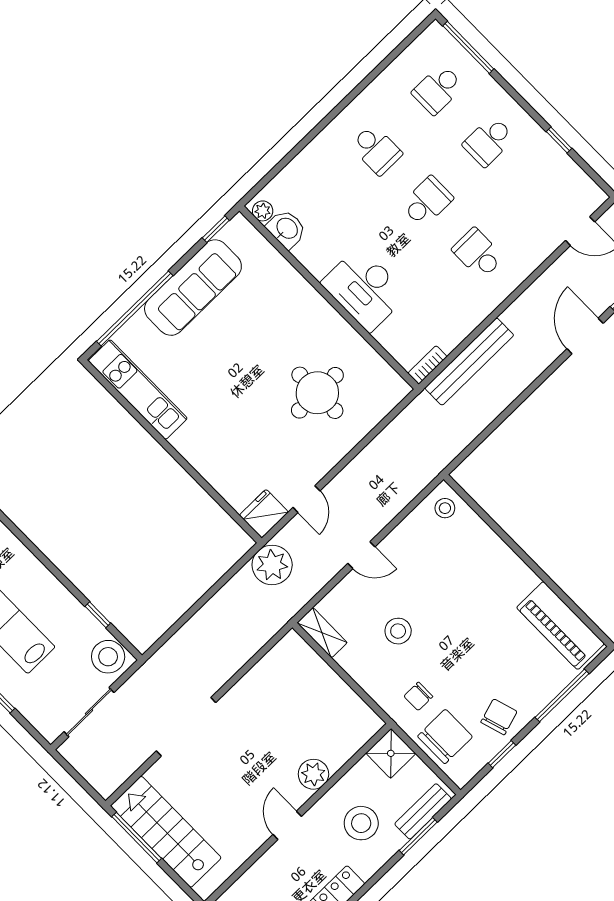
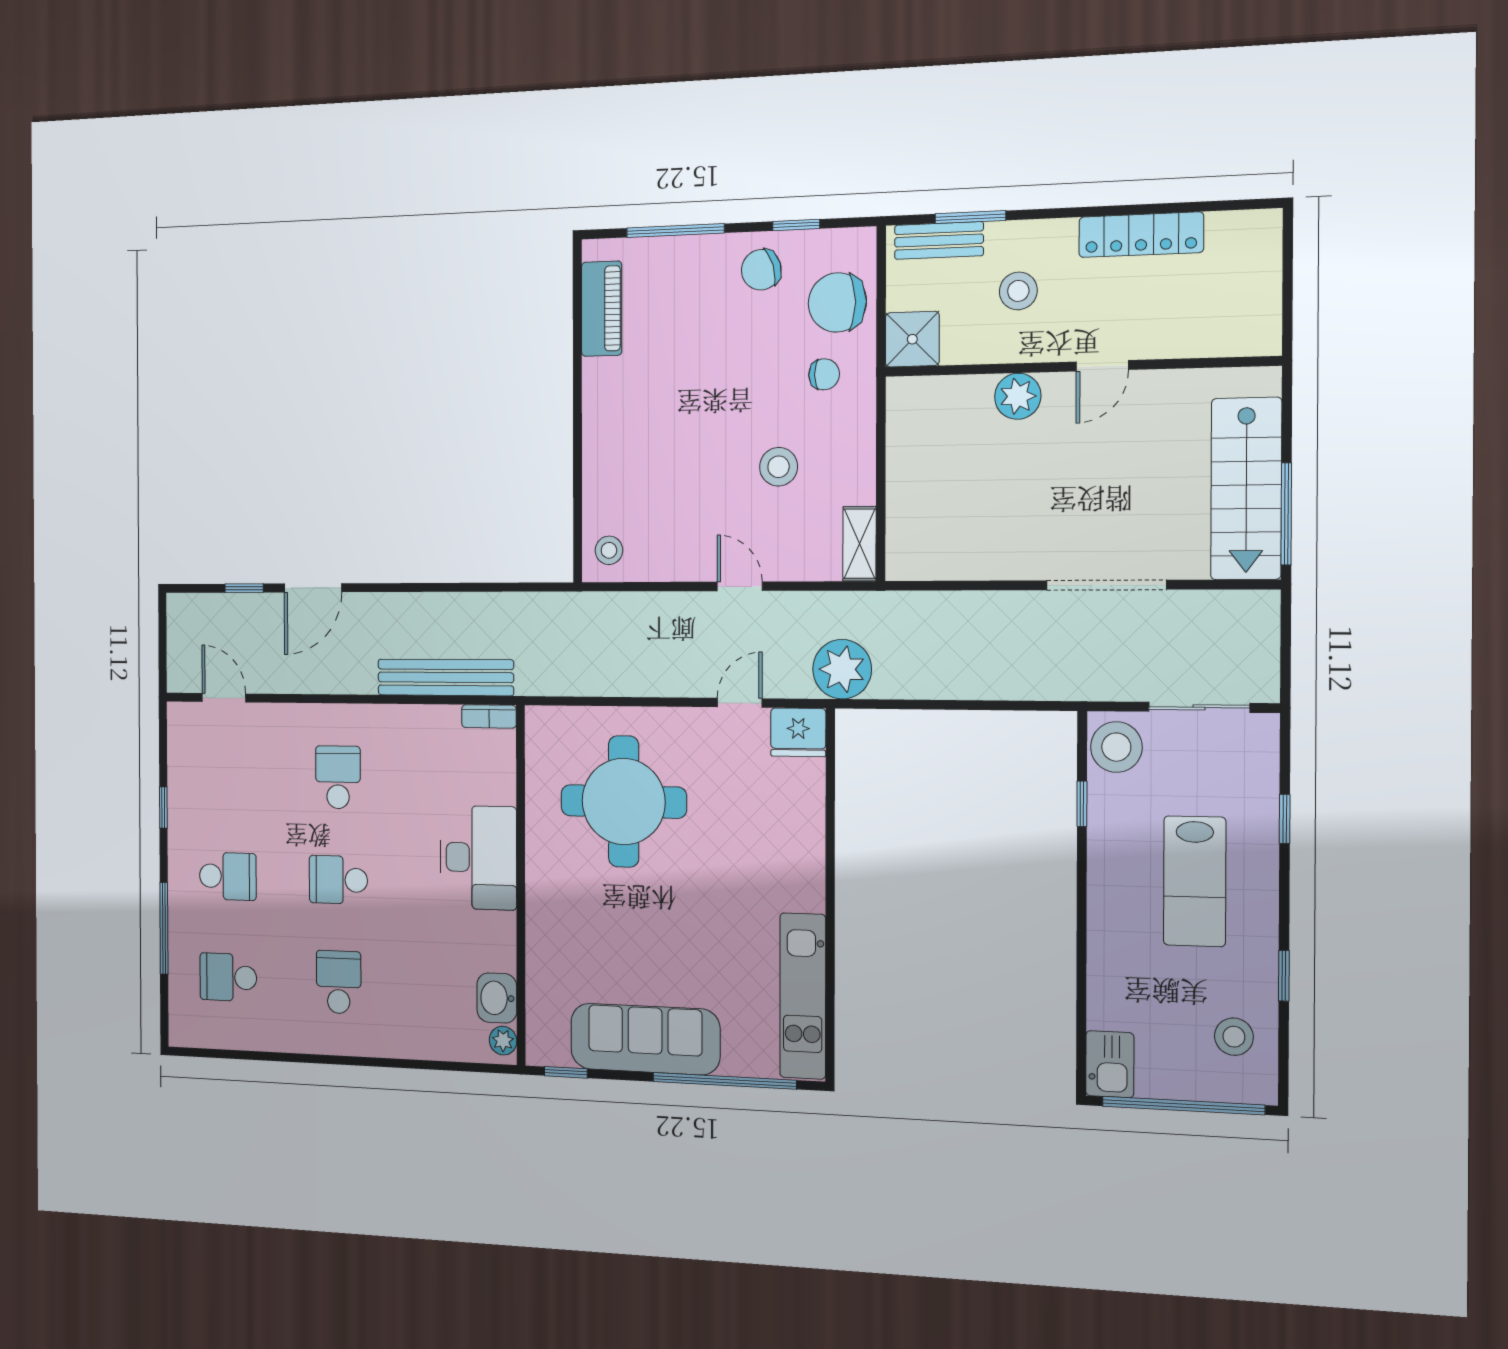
window: (468, 47) -> (164, 928), moved
school desk: (438, 89) -> (228, 977), turned 180
school desk: (478, 253) -> (338, 777), turned 180
round table: (317, 393) -> (624, 801), width x1.36, depth x1.36
piano: (560, 626) -> (602, 309), width x0.73, depth x0.75
stool: (361, 823) -> (1018, 291), width x0.73, depth x0.73

